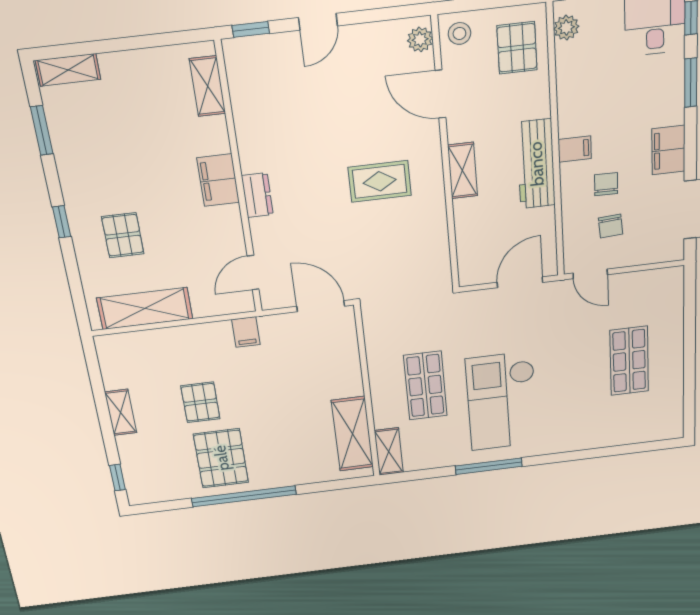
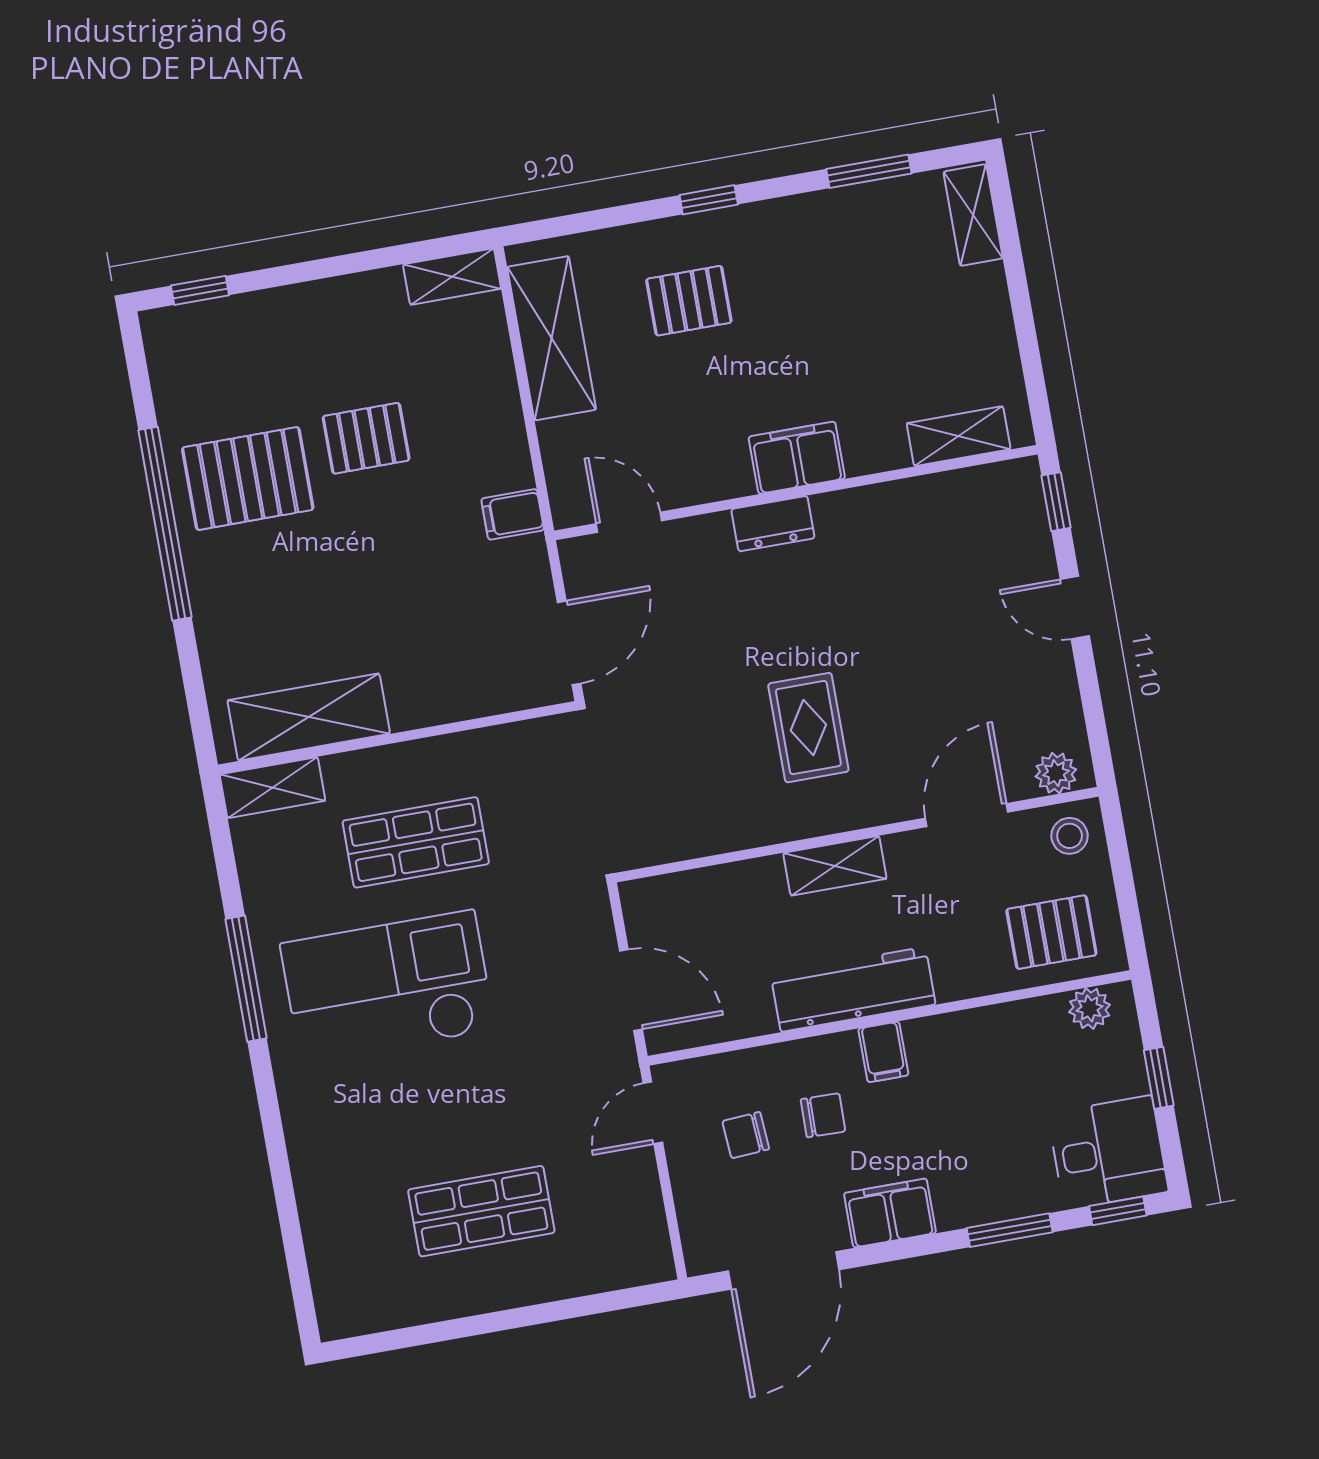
shelving: (121, 412) -> (452, 277), moved

